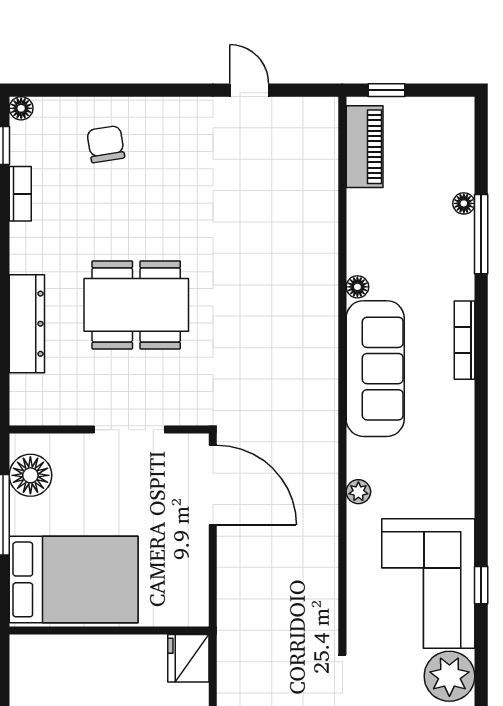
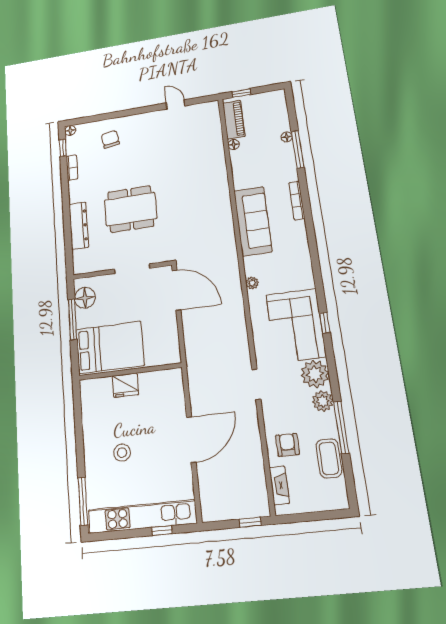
floor lamp: (357, 287) -> (234, 145), moved
fridge: (188, 658) -> (125, 385), moved, turned -90

